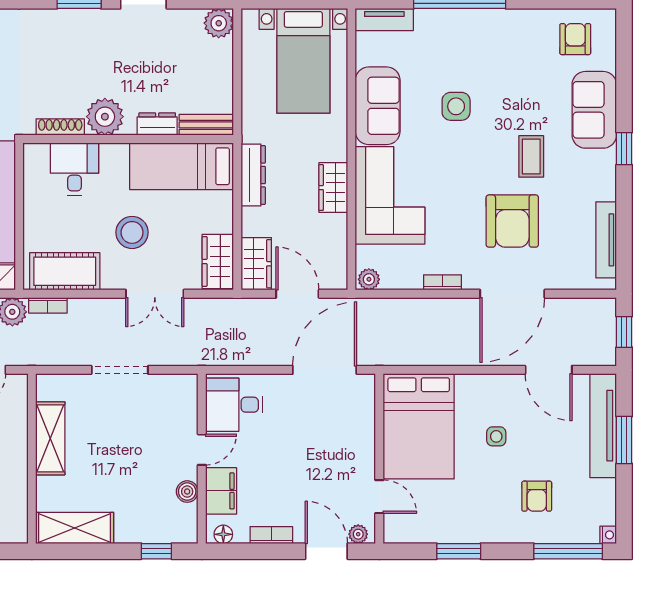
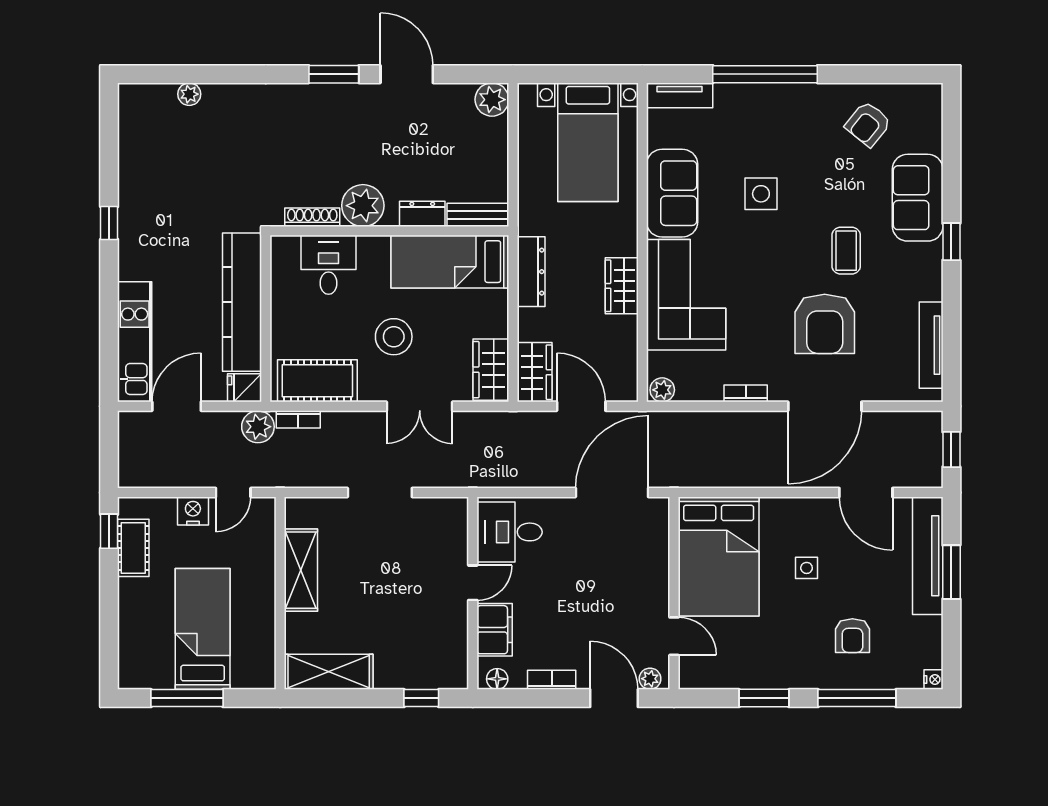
armchair: (575, 39) -> (868, 124), moved, turned -141
boiler: (187, 492) -> (456, 630), removed
window: (568, 551) -> (857, 698), moved

